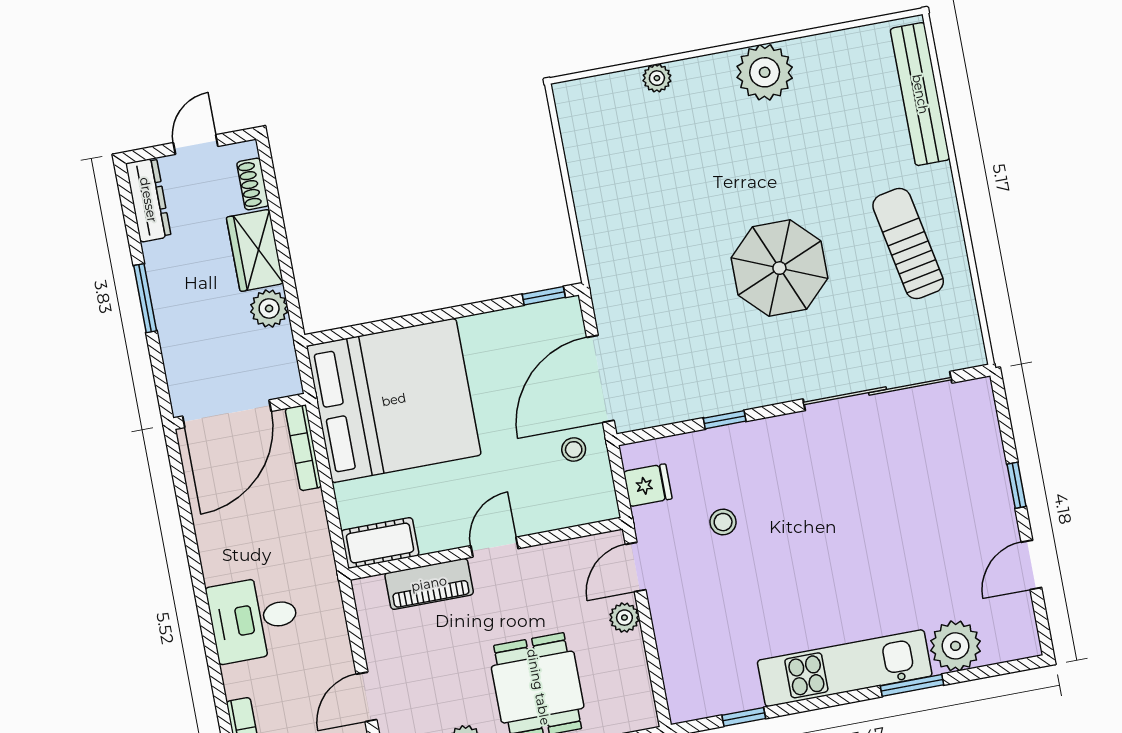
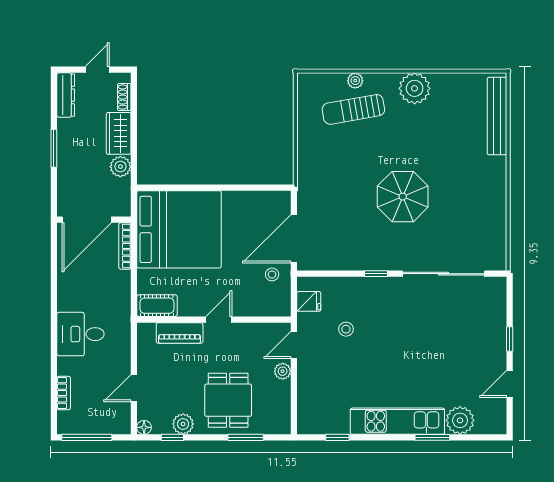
sun lounger: (908, 244) -> (353, 109), moved, turned -89
window: (544, 296) -> (271, 188), removed
window: (725, 420) -> (376, 274), moved

